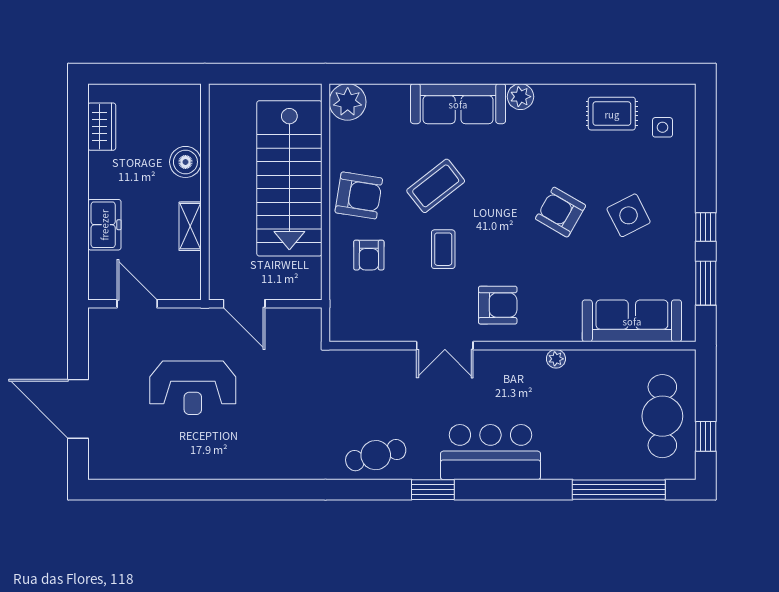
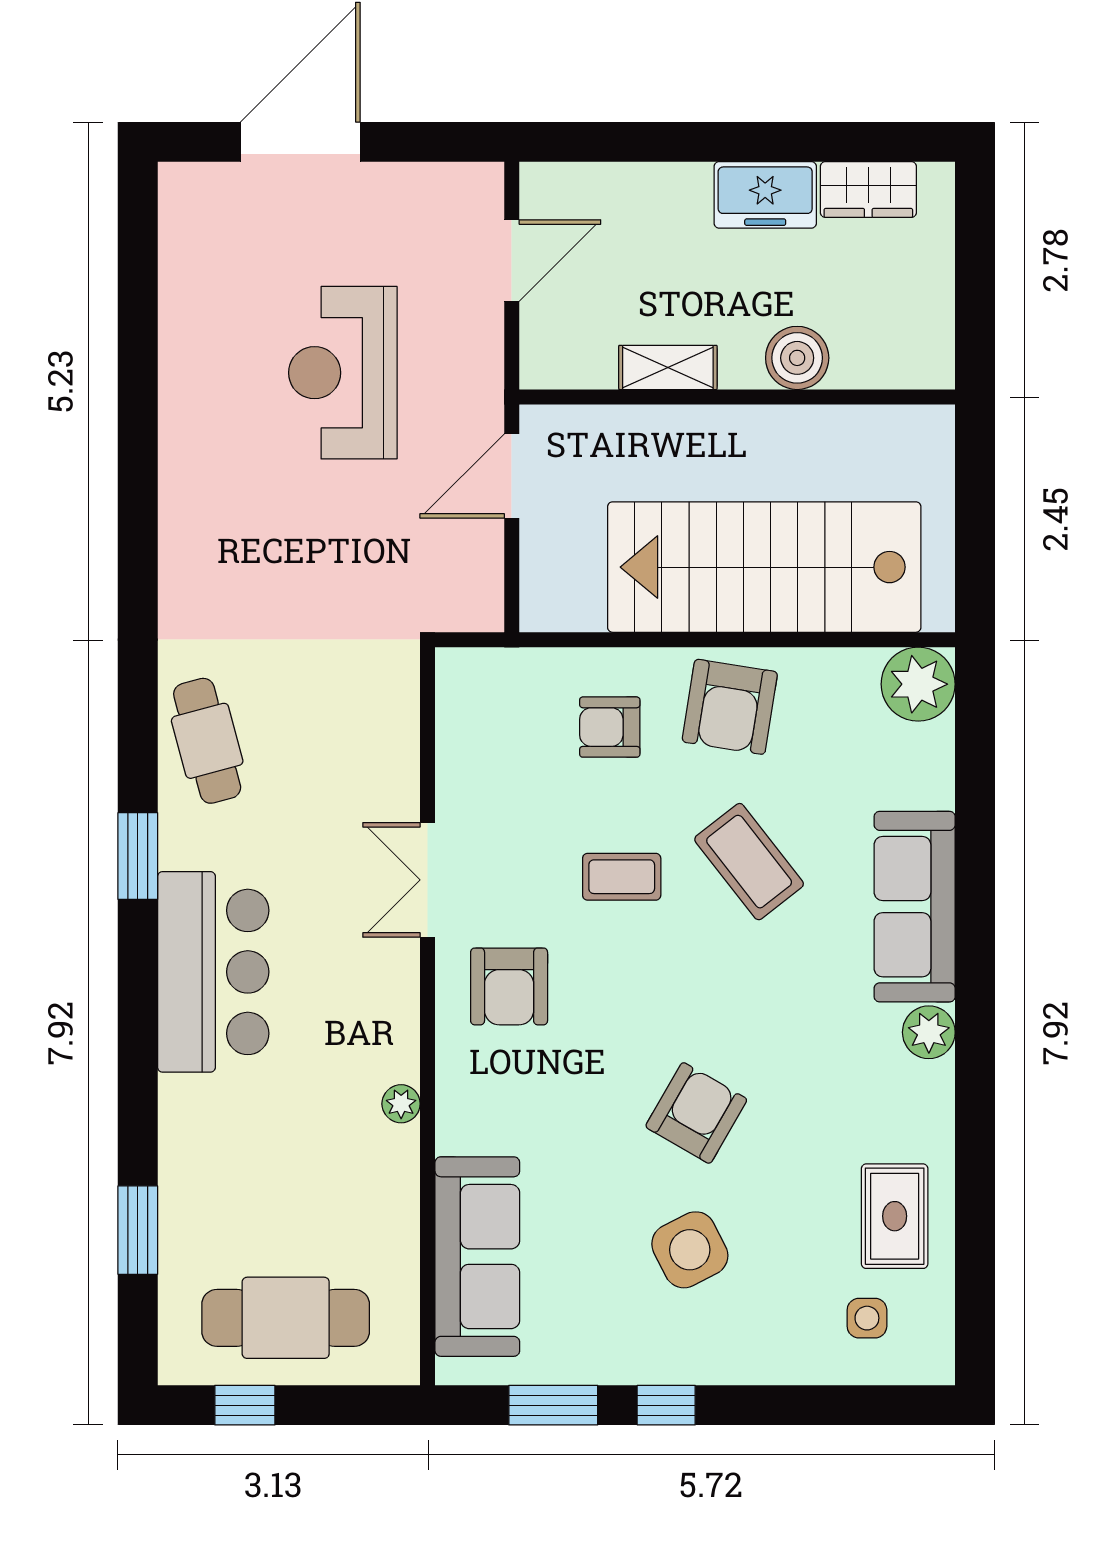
freezer: (104, 225) -> (765, 195), moved
window: (619, 490) -> (138, 1230), width x0.47

